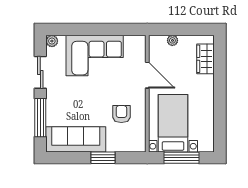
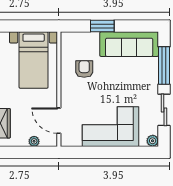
door: (147, 75) -> (59, 121), moved
armchair: (121, 114) -> (84, 69), turned 180
window: (181, 158) -> (25, 26), removed

